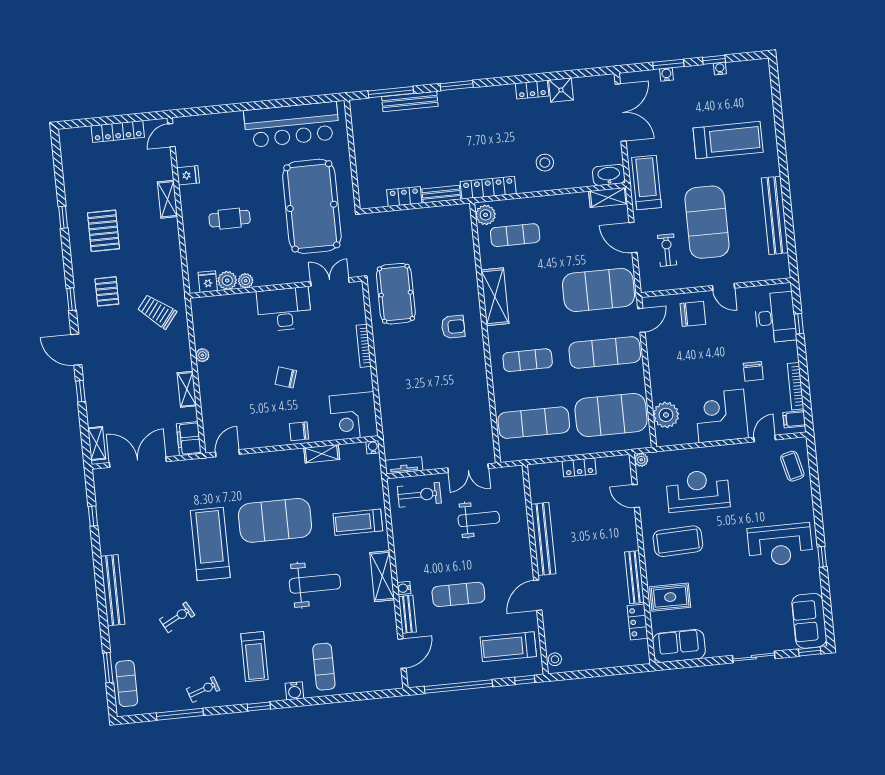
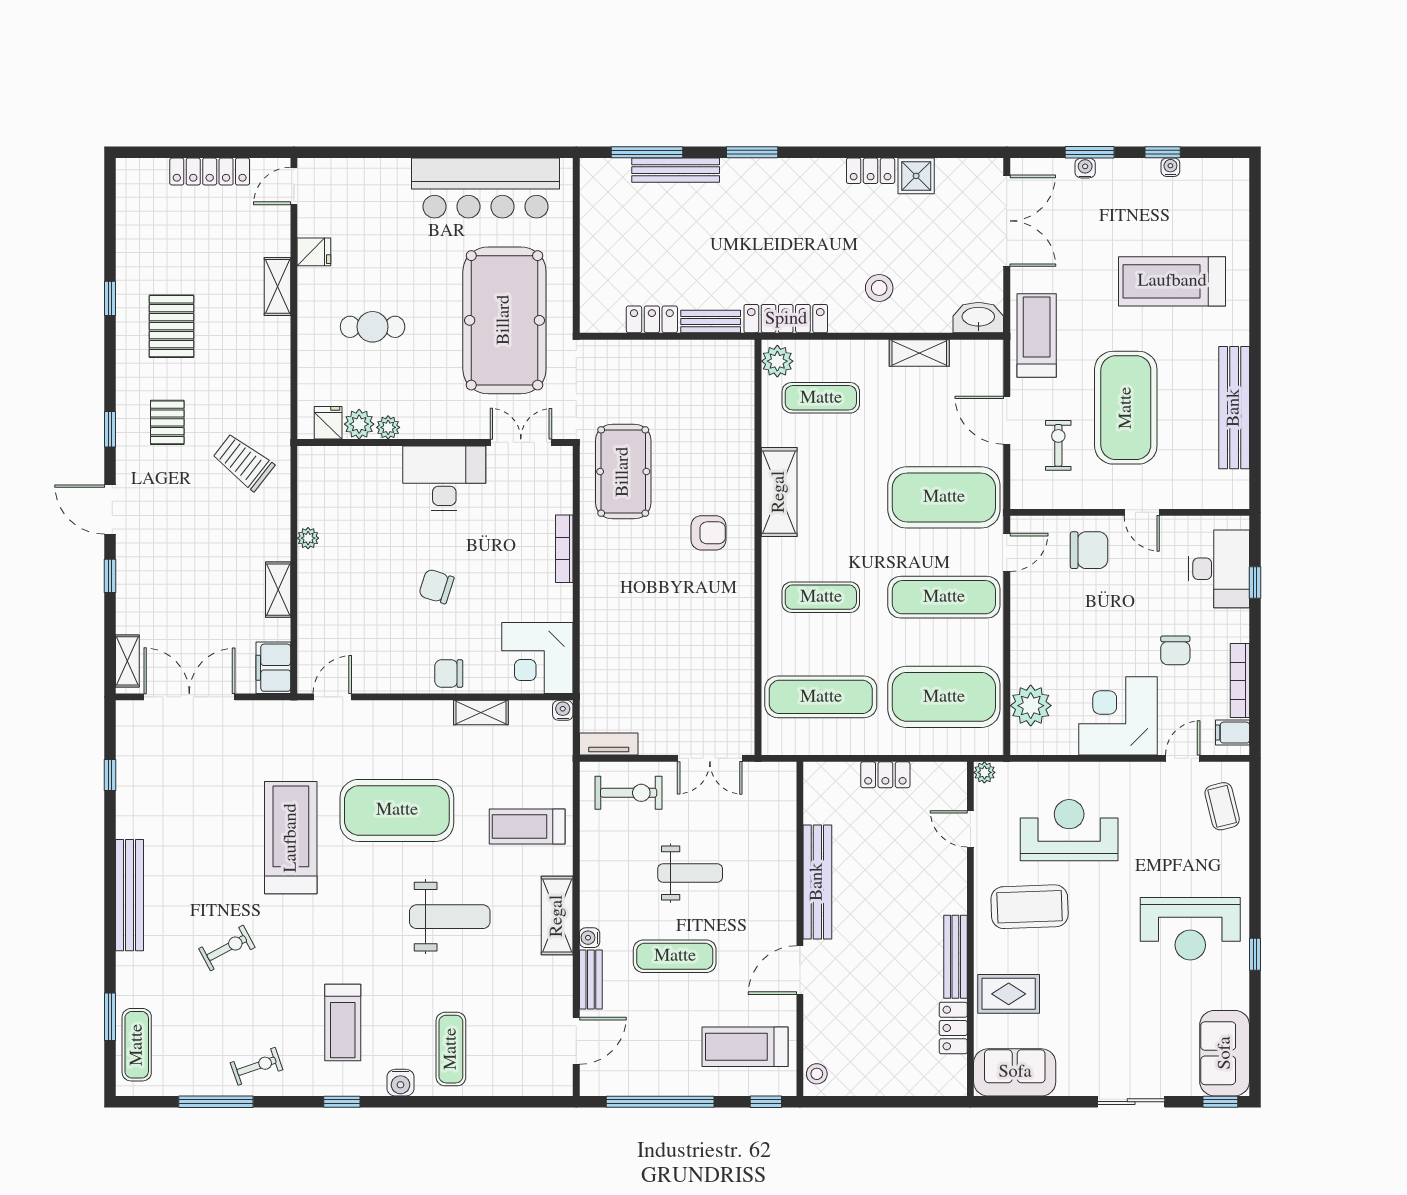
treadmill: (728, 140) -> (1172, 281), turned 180
shelving: (608, 197) -> (919, 353), moved
weight bench: (479, 519) -> (690, 873), moved

